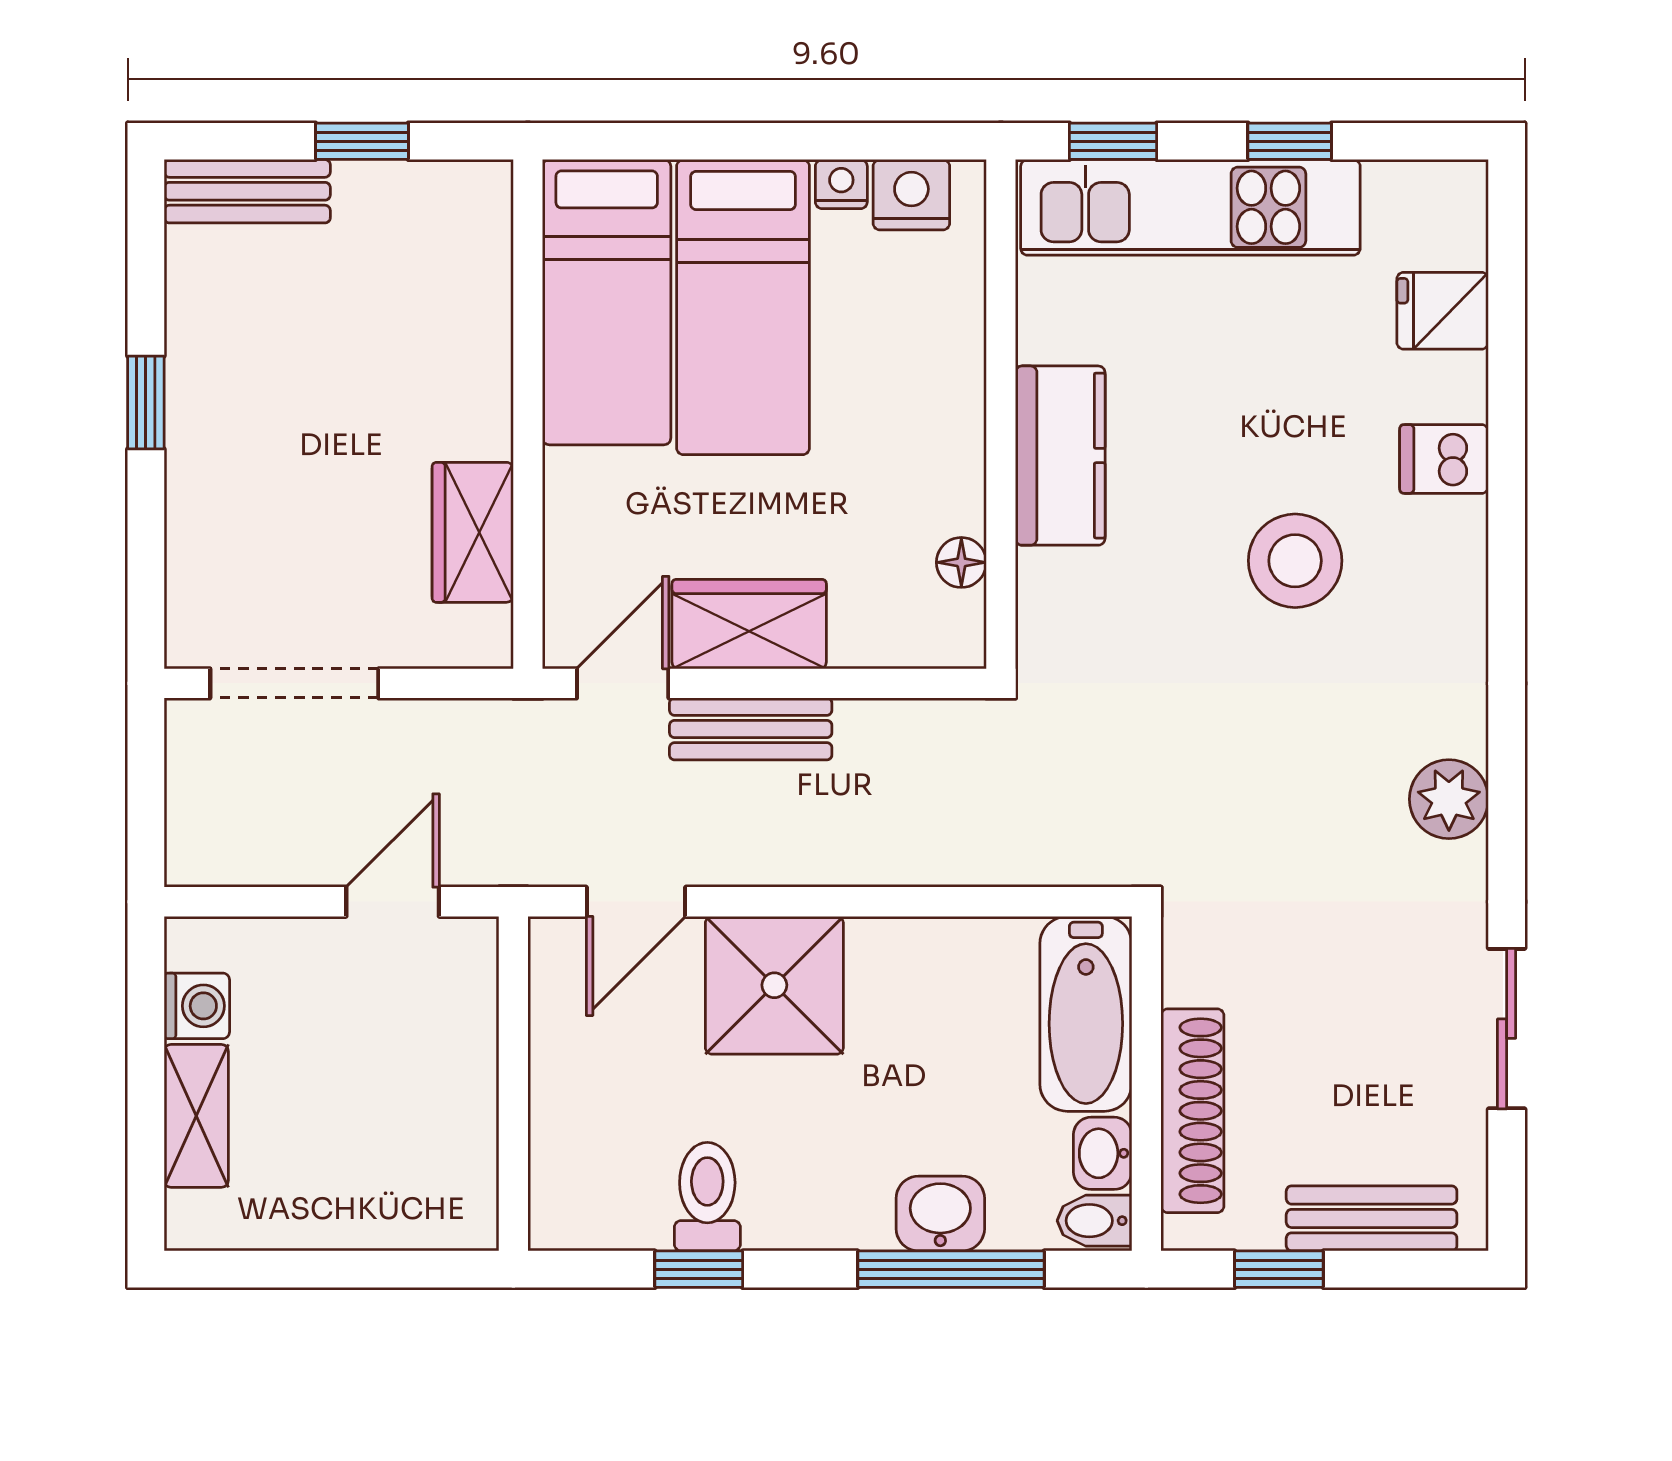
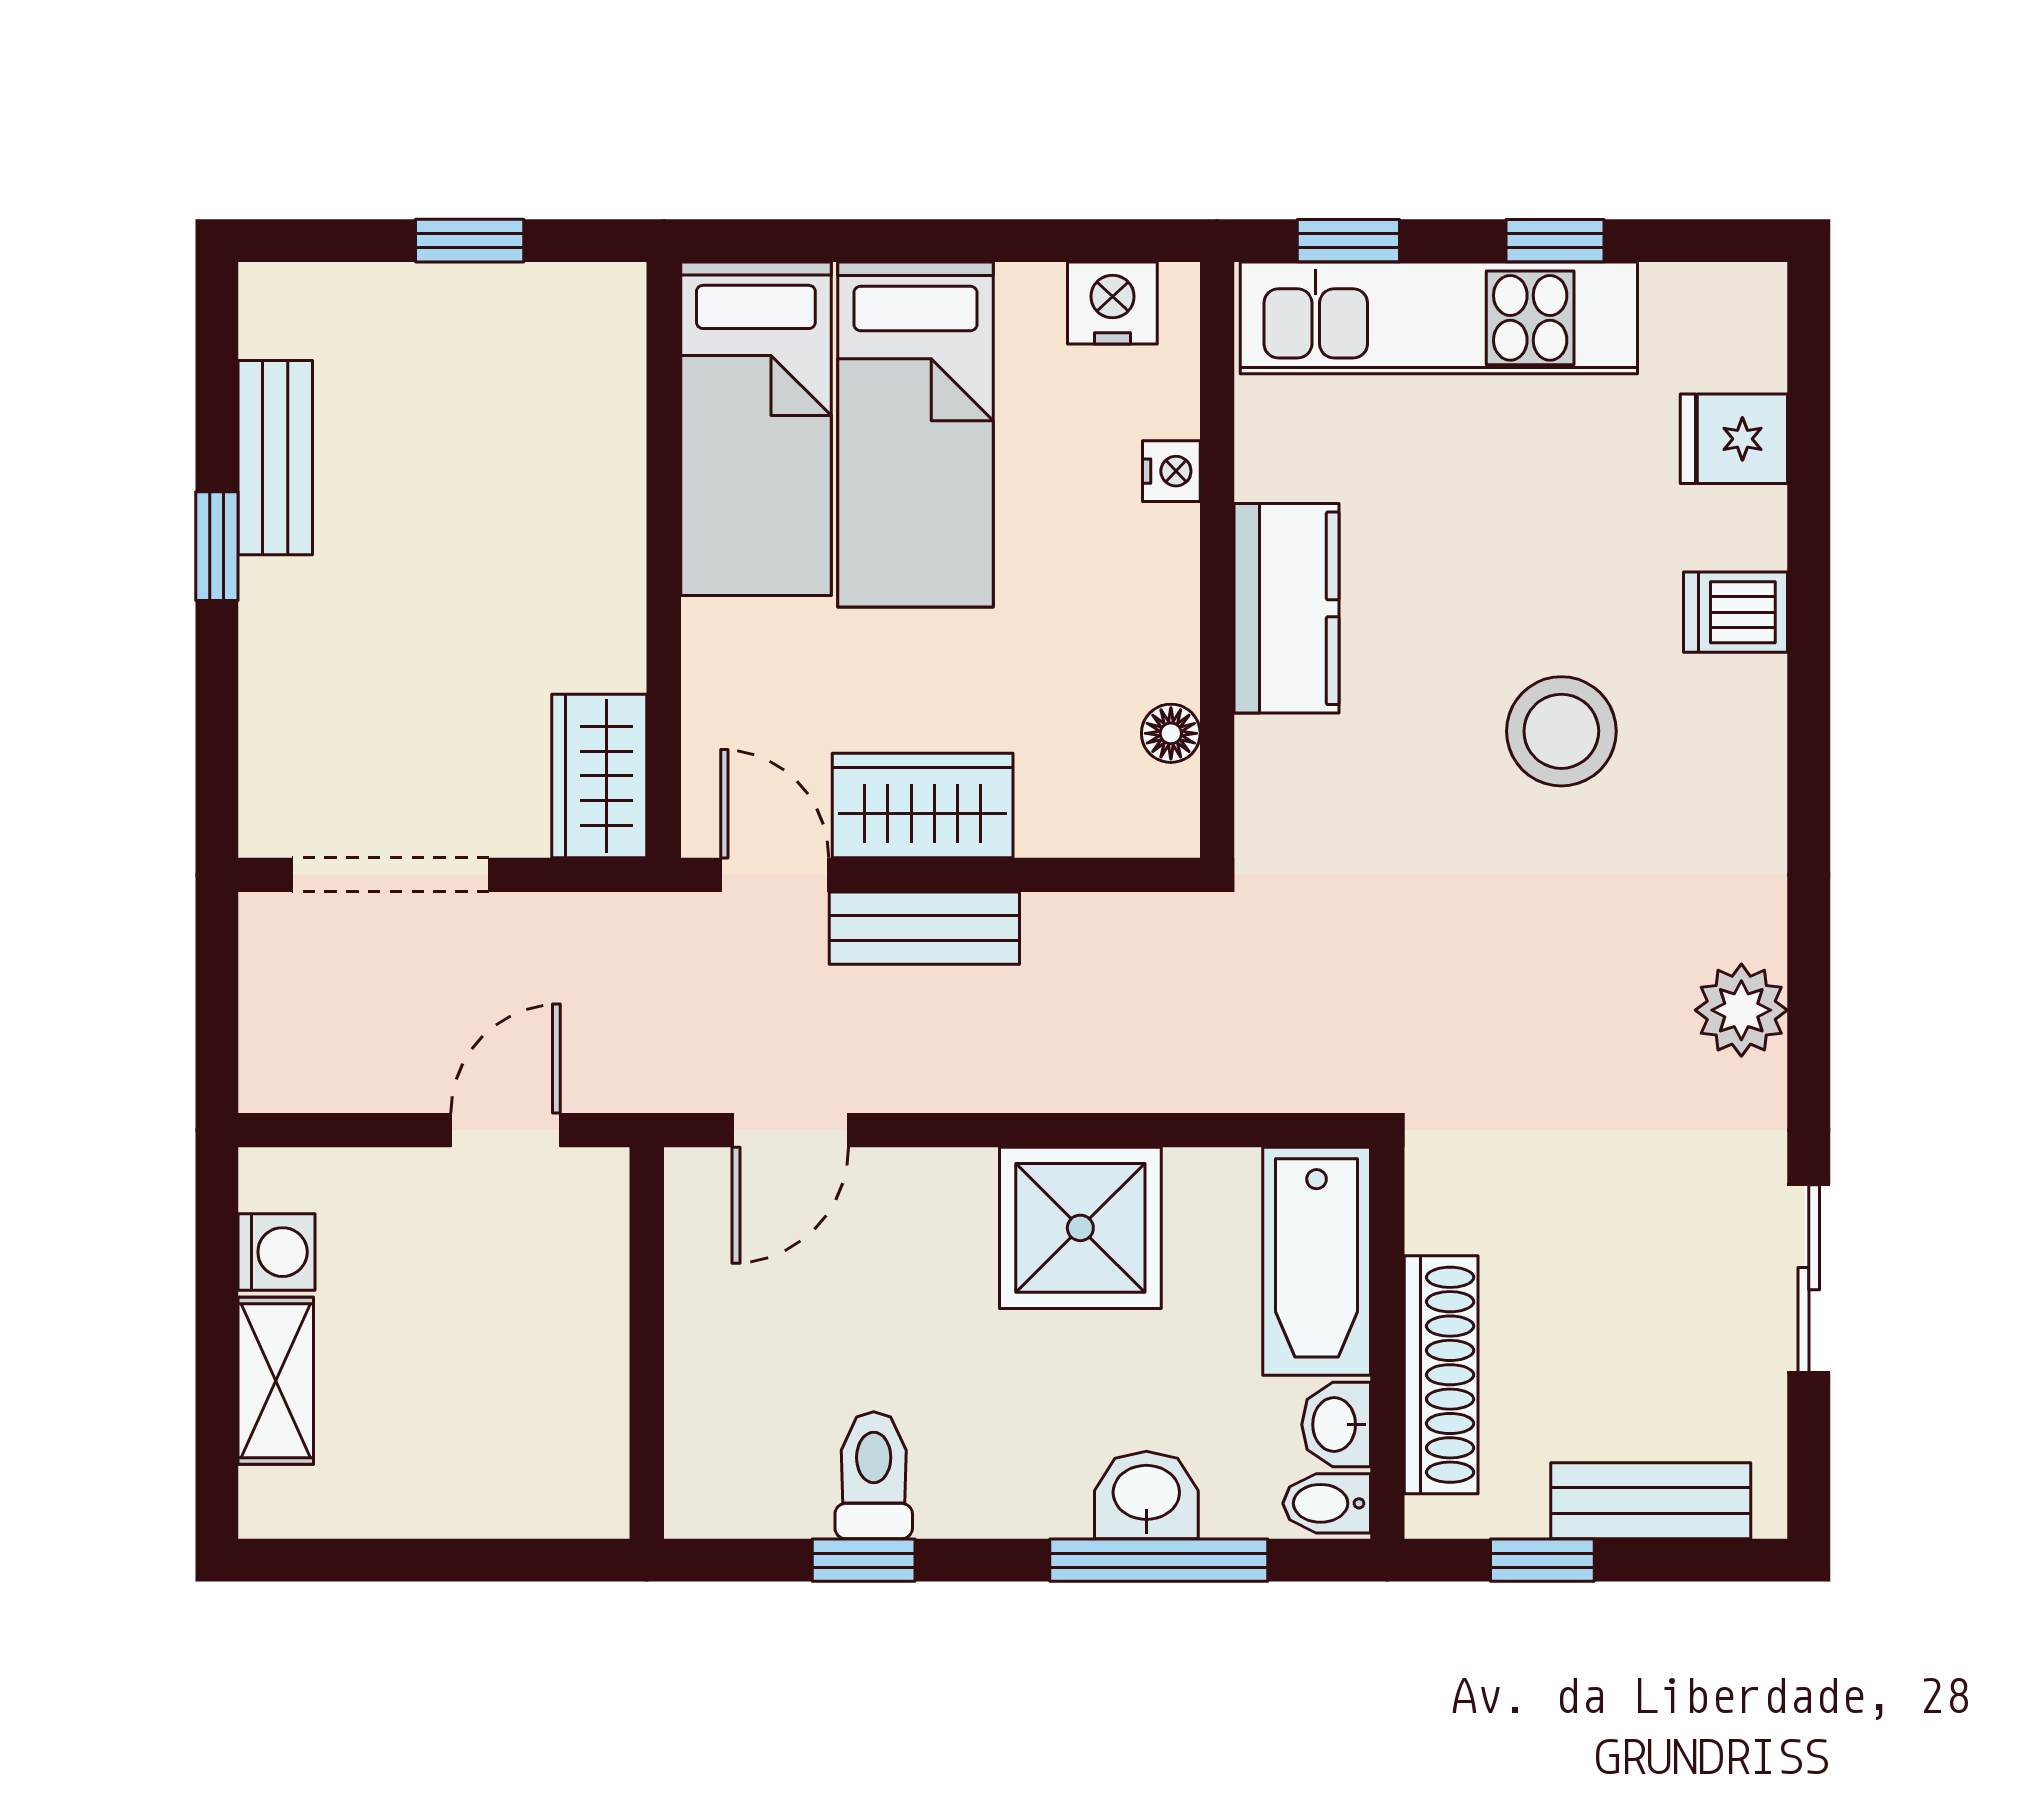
nightstand: (841, 184) -> (1171, 471), moved, turned 90
bench: (247, 191) -> (275, 458), moved, turned 90
wardrobe: (473, 532) -> (599, 776), moved
door: (623, 683) -> (775, 875), hinge flipped
shower: (774, 985) -> (1080, 1228), moved

